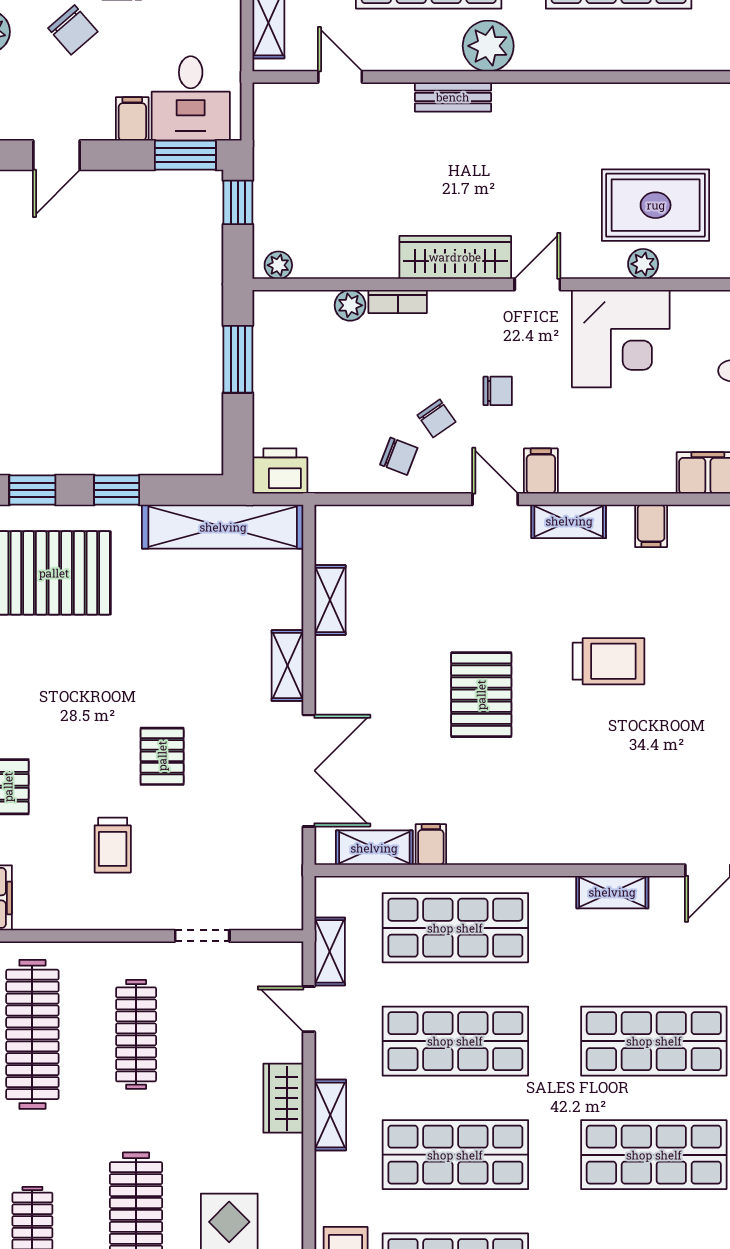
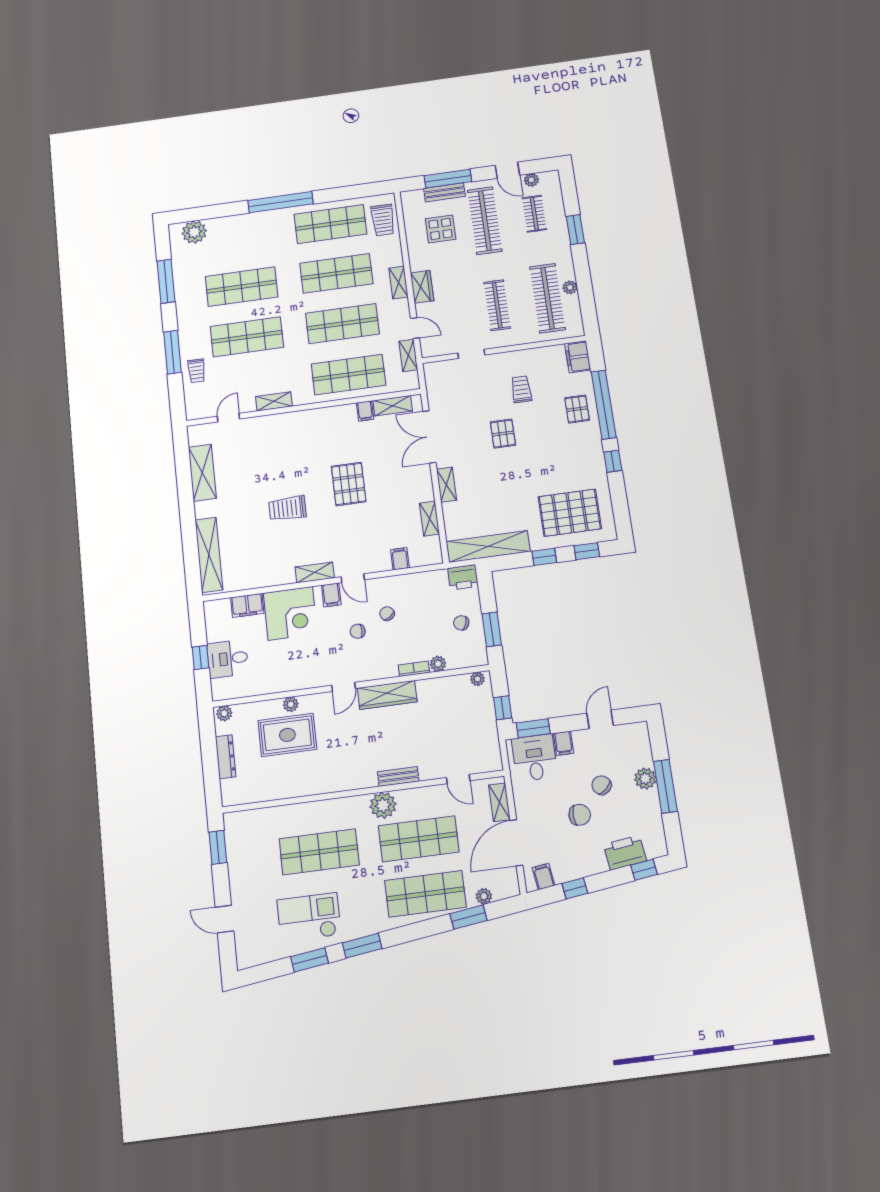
corner desk: (621, 339) -> (290, 613), moved, turned 180
chair: (399, 456) -> (461, 623), moved
filing cabinet: (651, 526) -> (400, 559), moved

